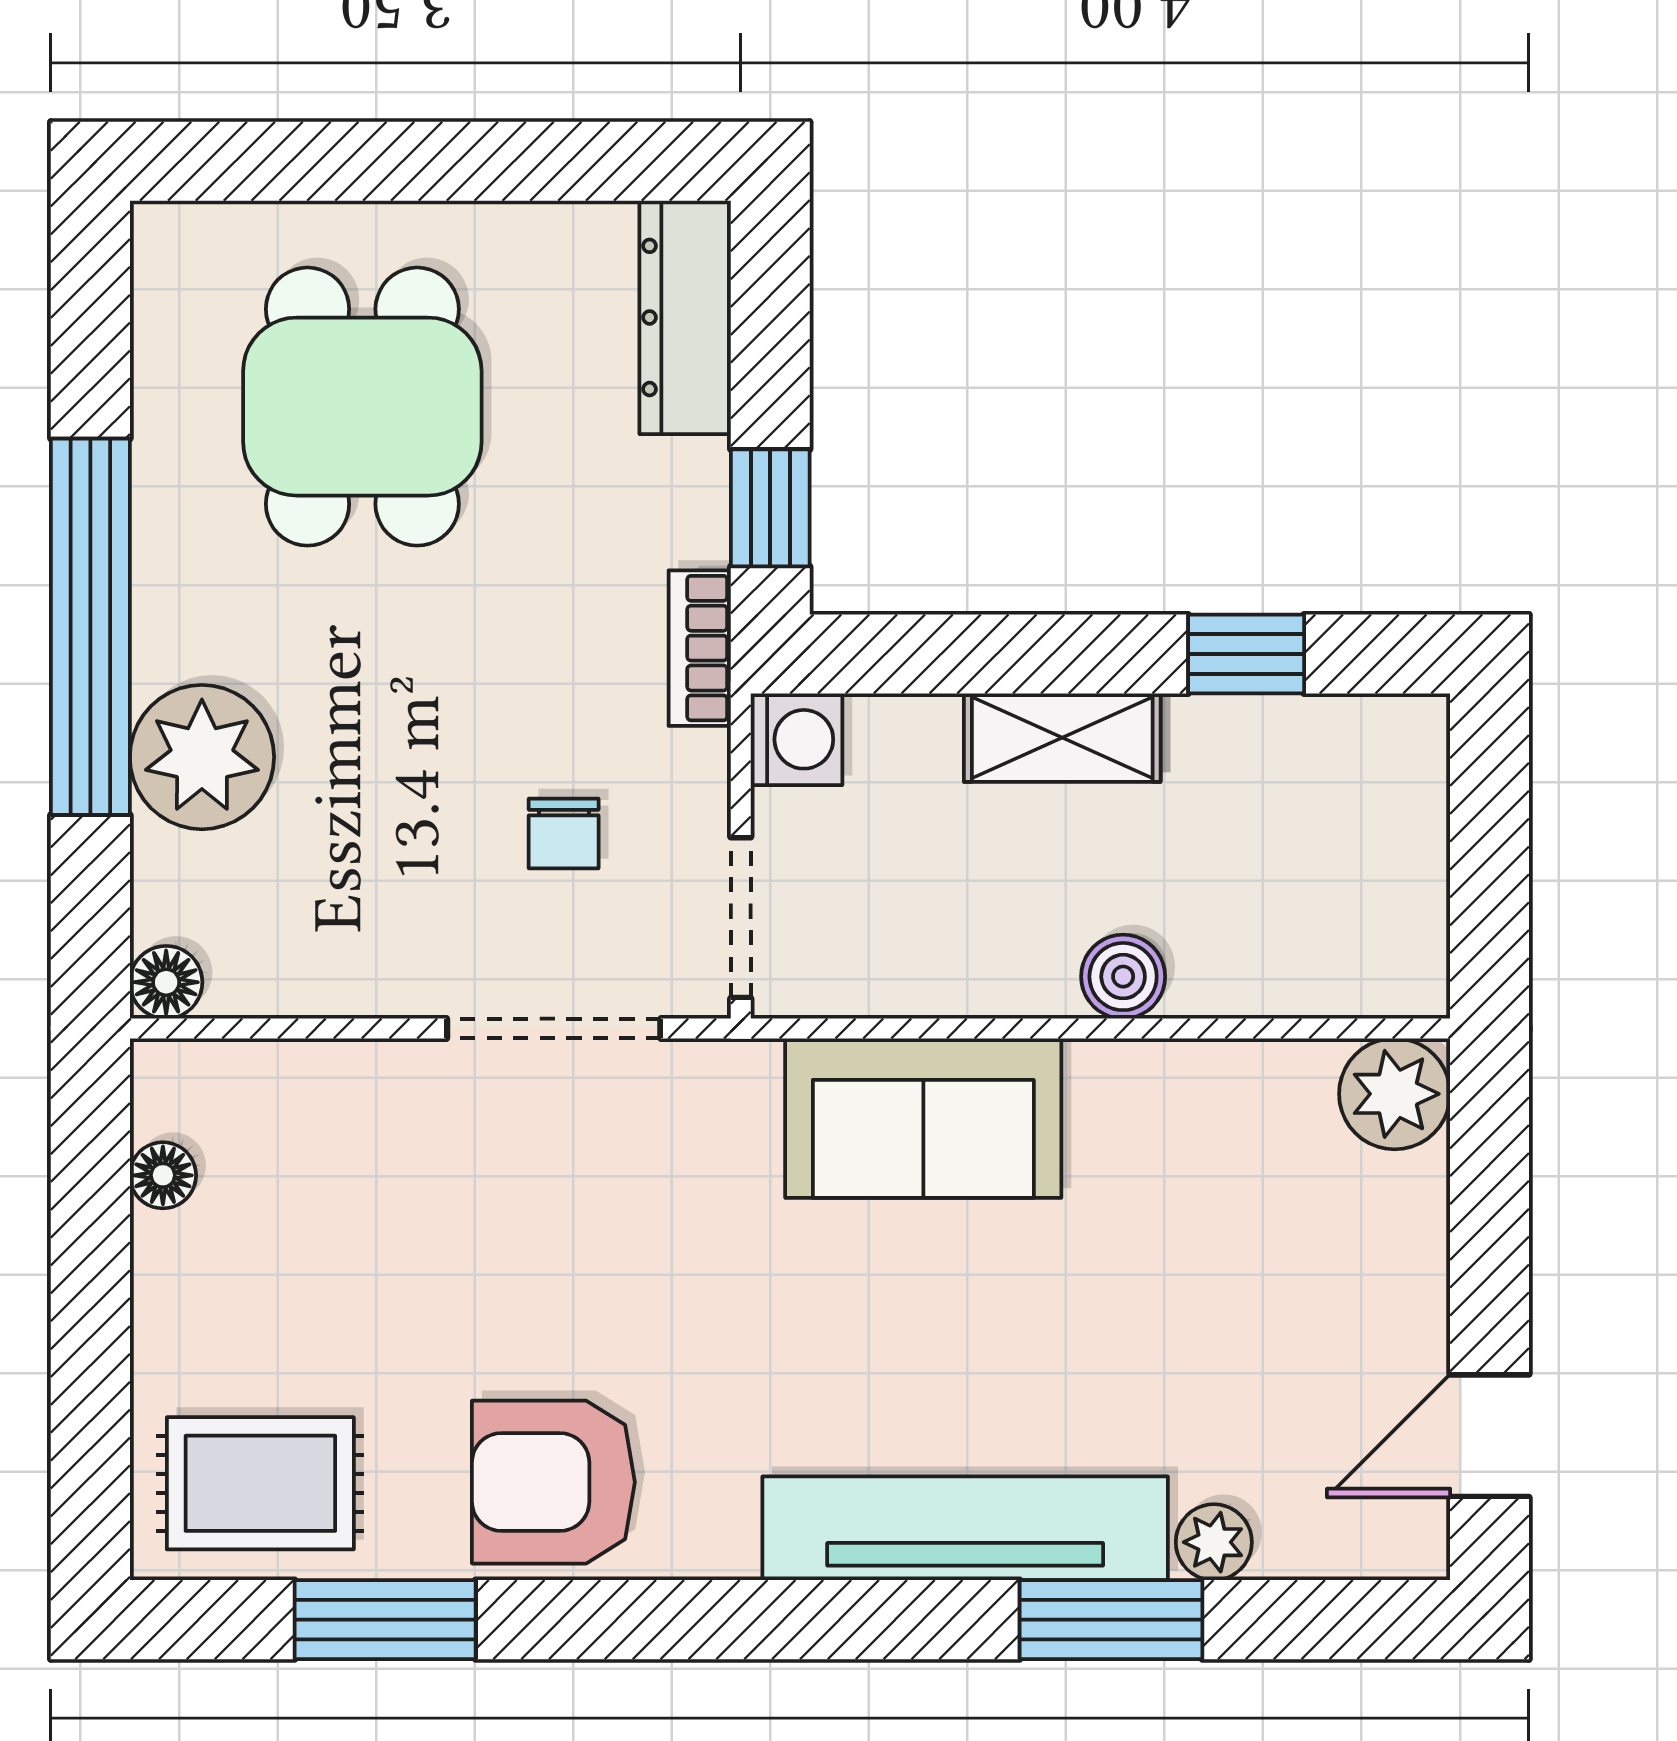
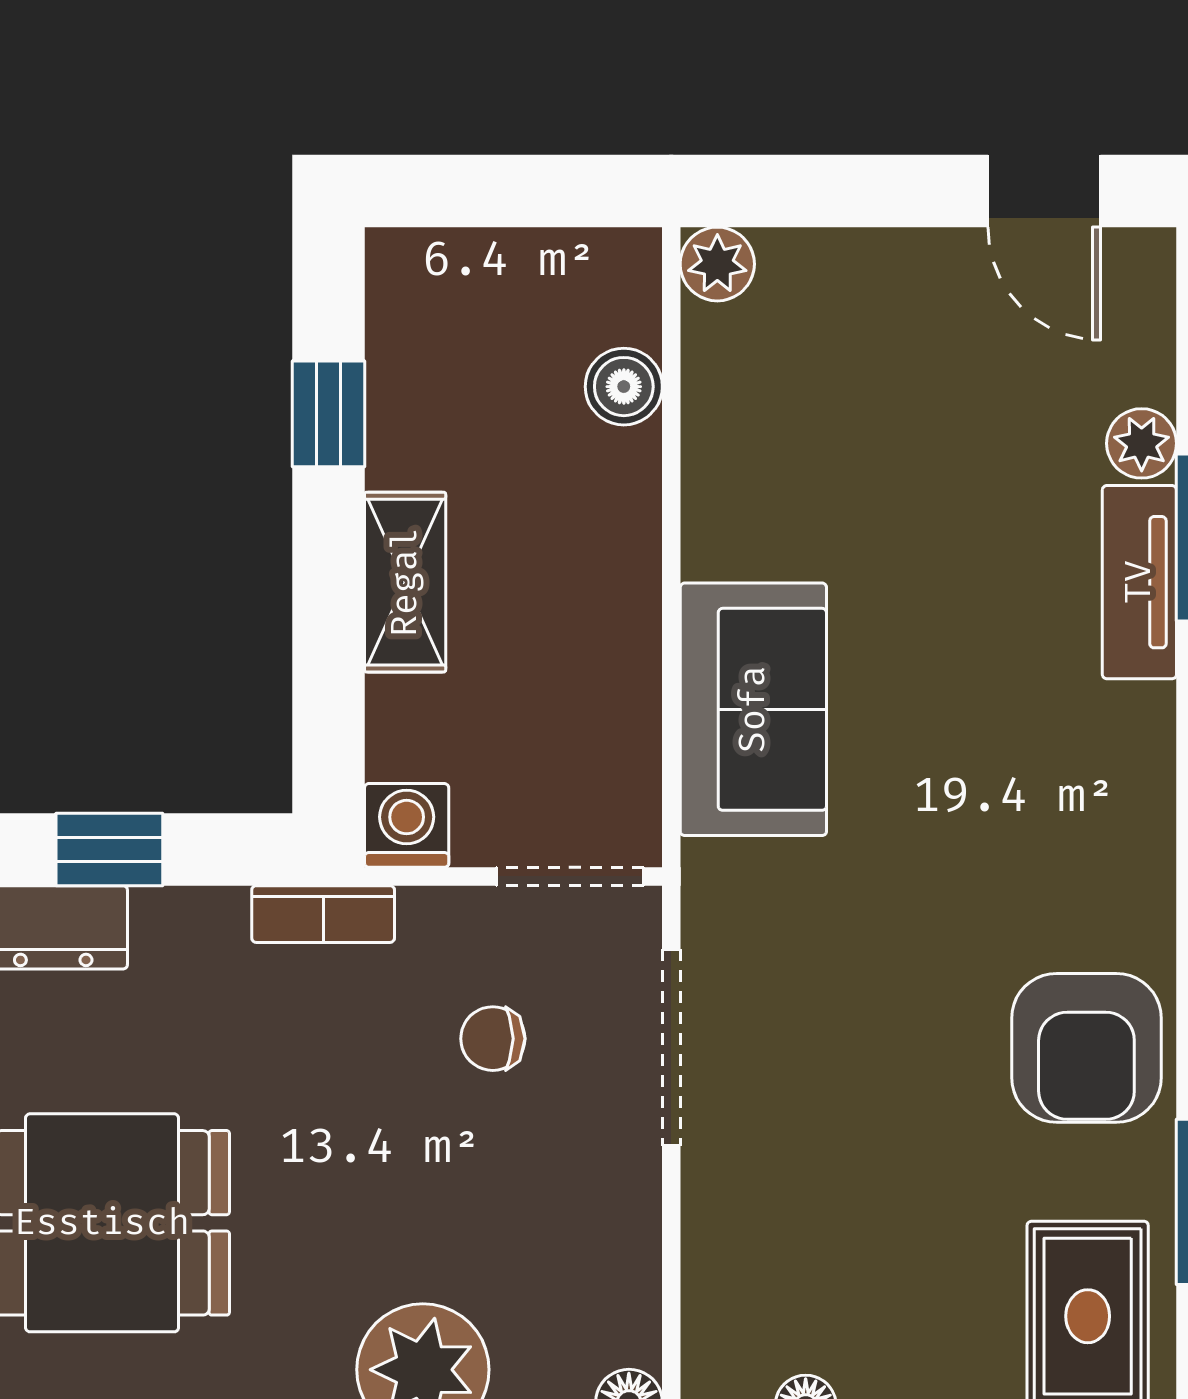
window: (770, 508) -> (109, 849), moved
chair: (564, 834) -> (493, 1039), turned 180
boiler: (1123, 977) -> (624, 387), moved
plant: (1395, 1094) -> (717, 264), width x0.73, depth x0.73
tv unit: (965, 1528) -> (1139, 582), width x0.52, depth x0.78

